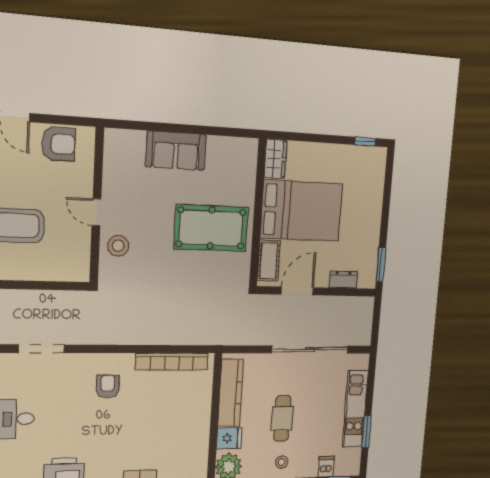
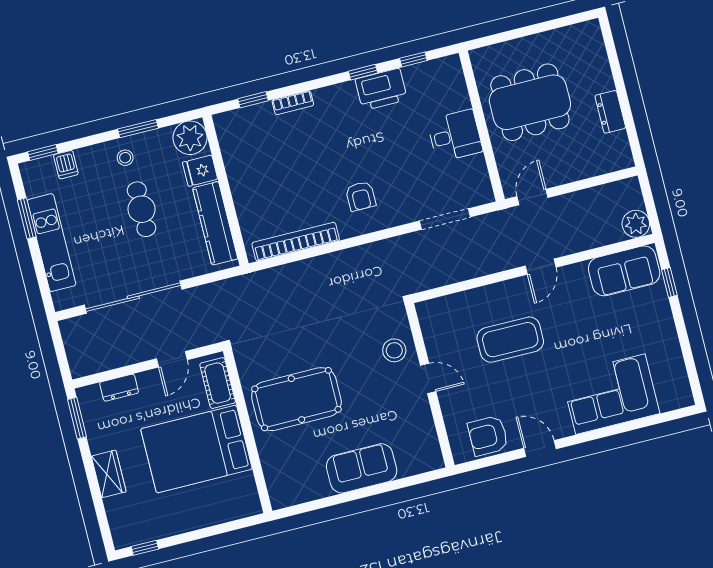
wardrobe: (275, 159) -> (109, 474), moved, turned 180
door: (297, 291) -> (172, 359), width x0.73

